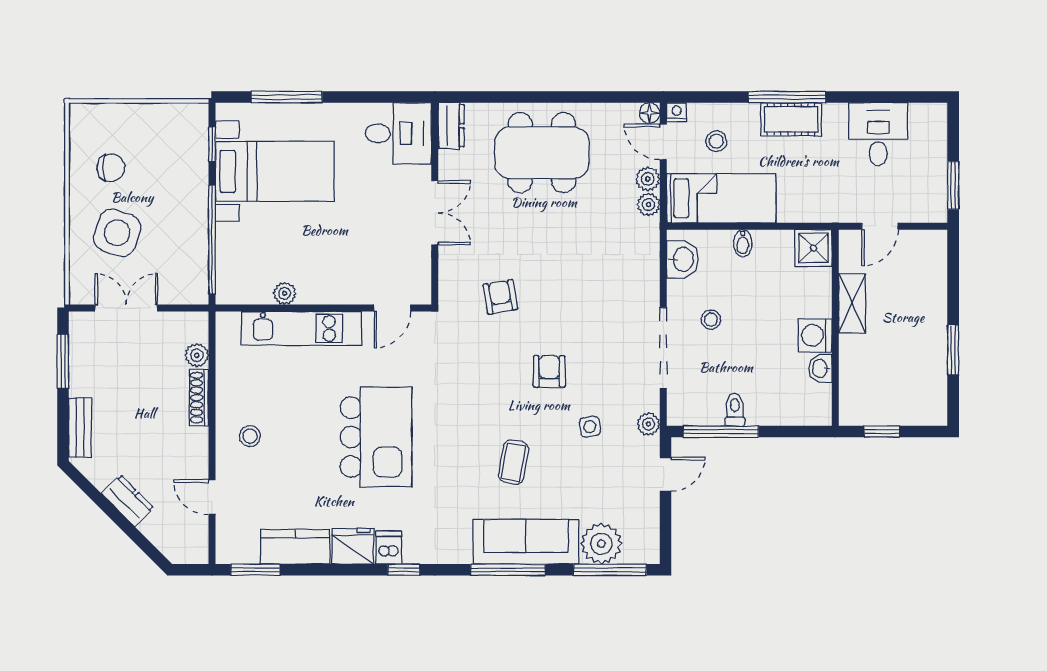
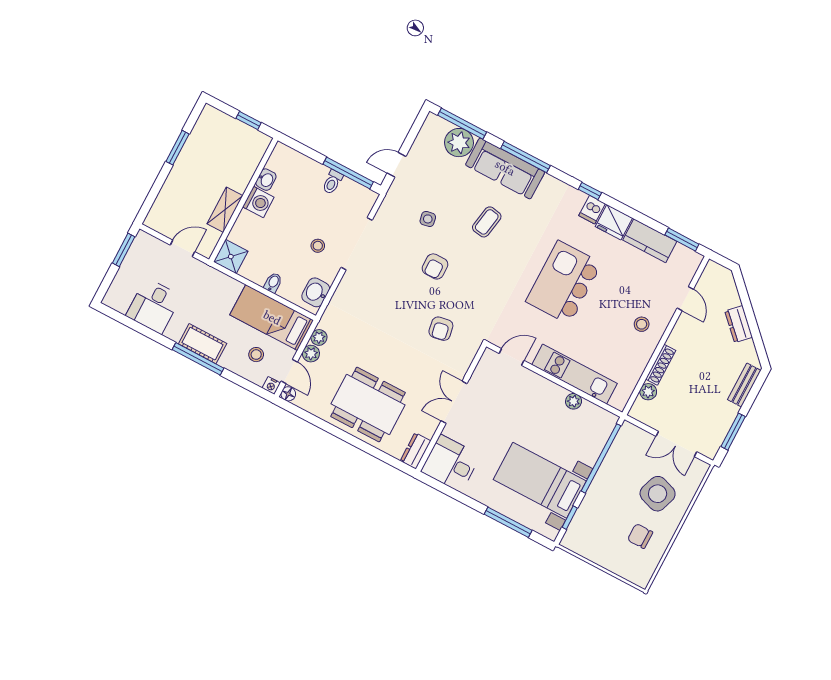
plant: (648, 424) -> (391, 201), removed

